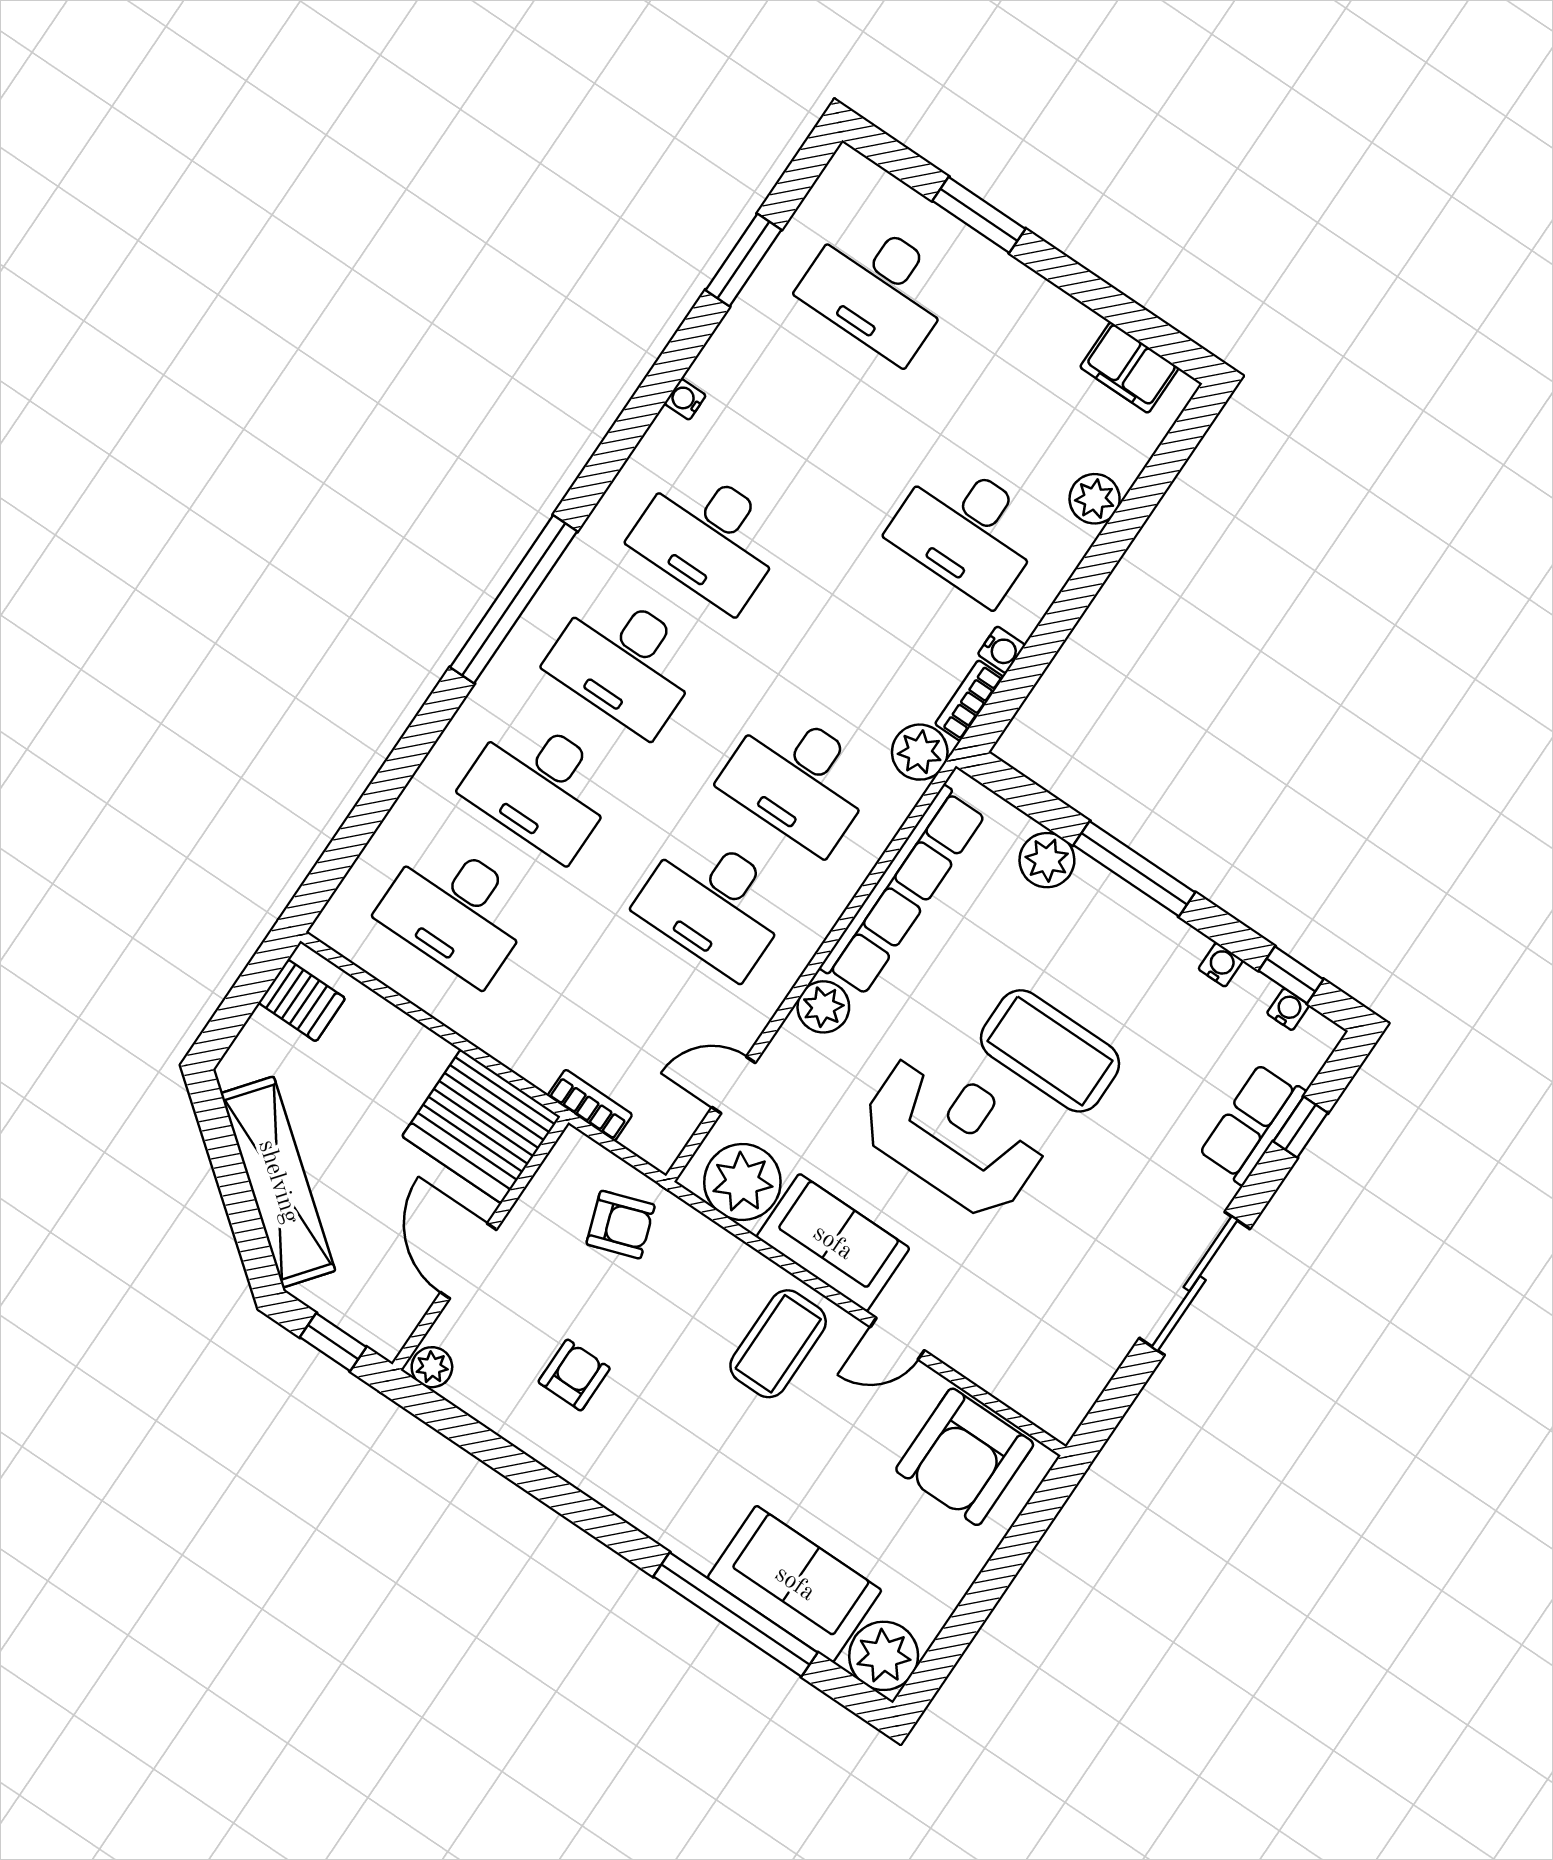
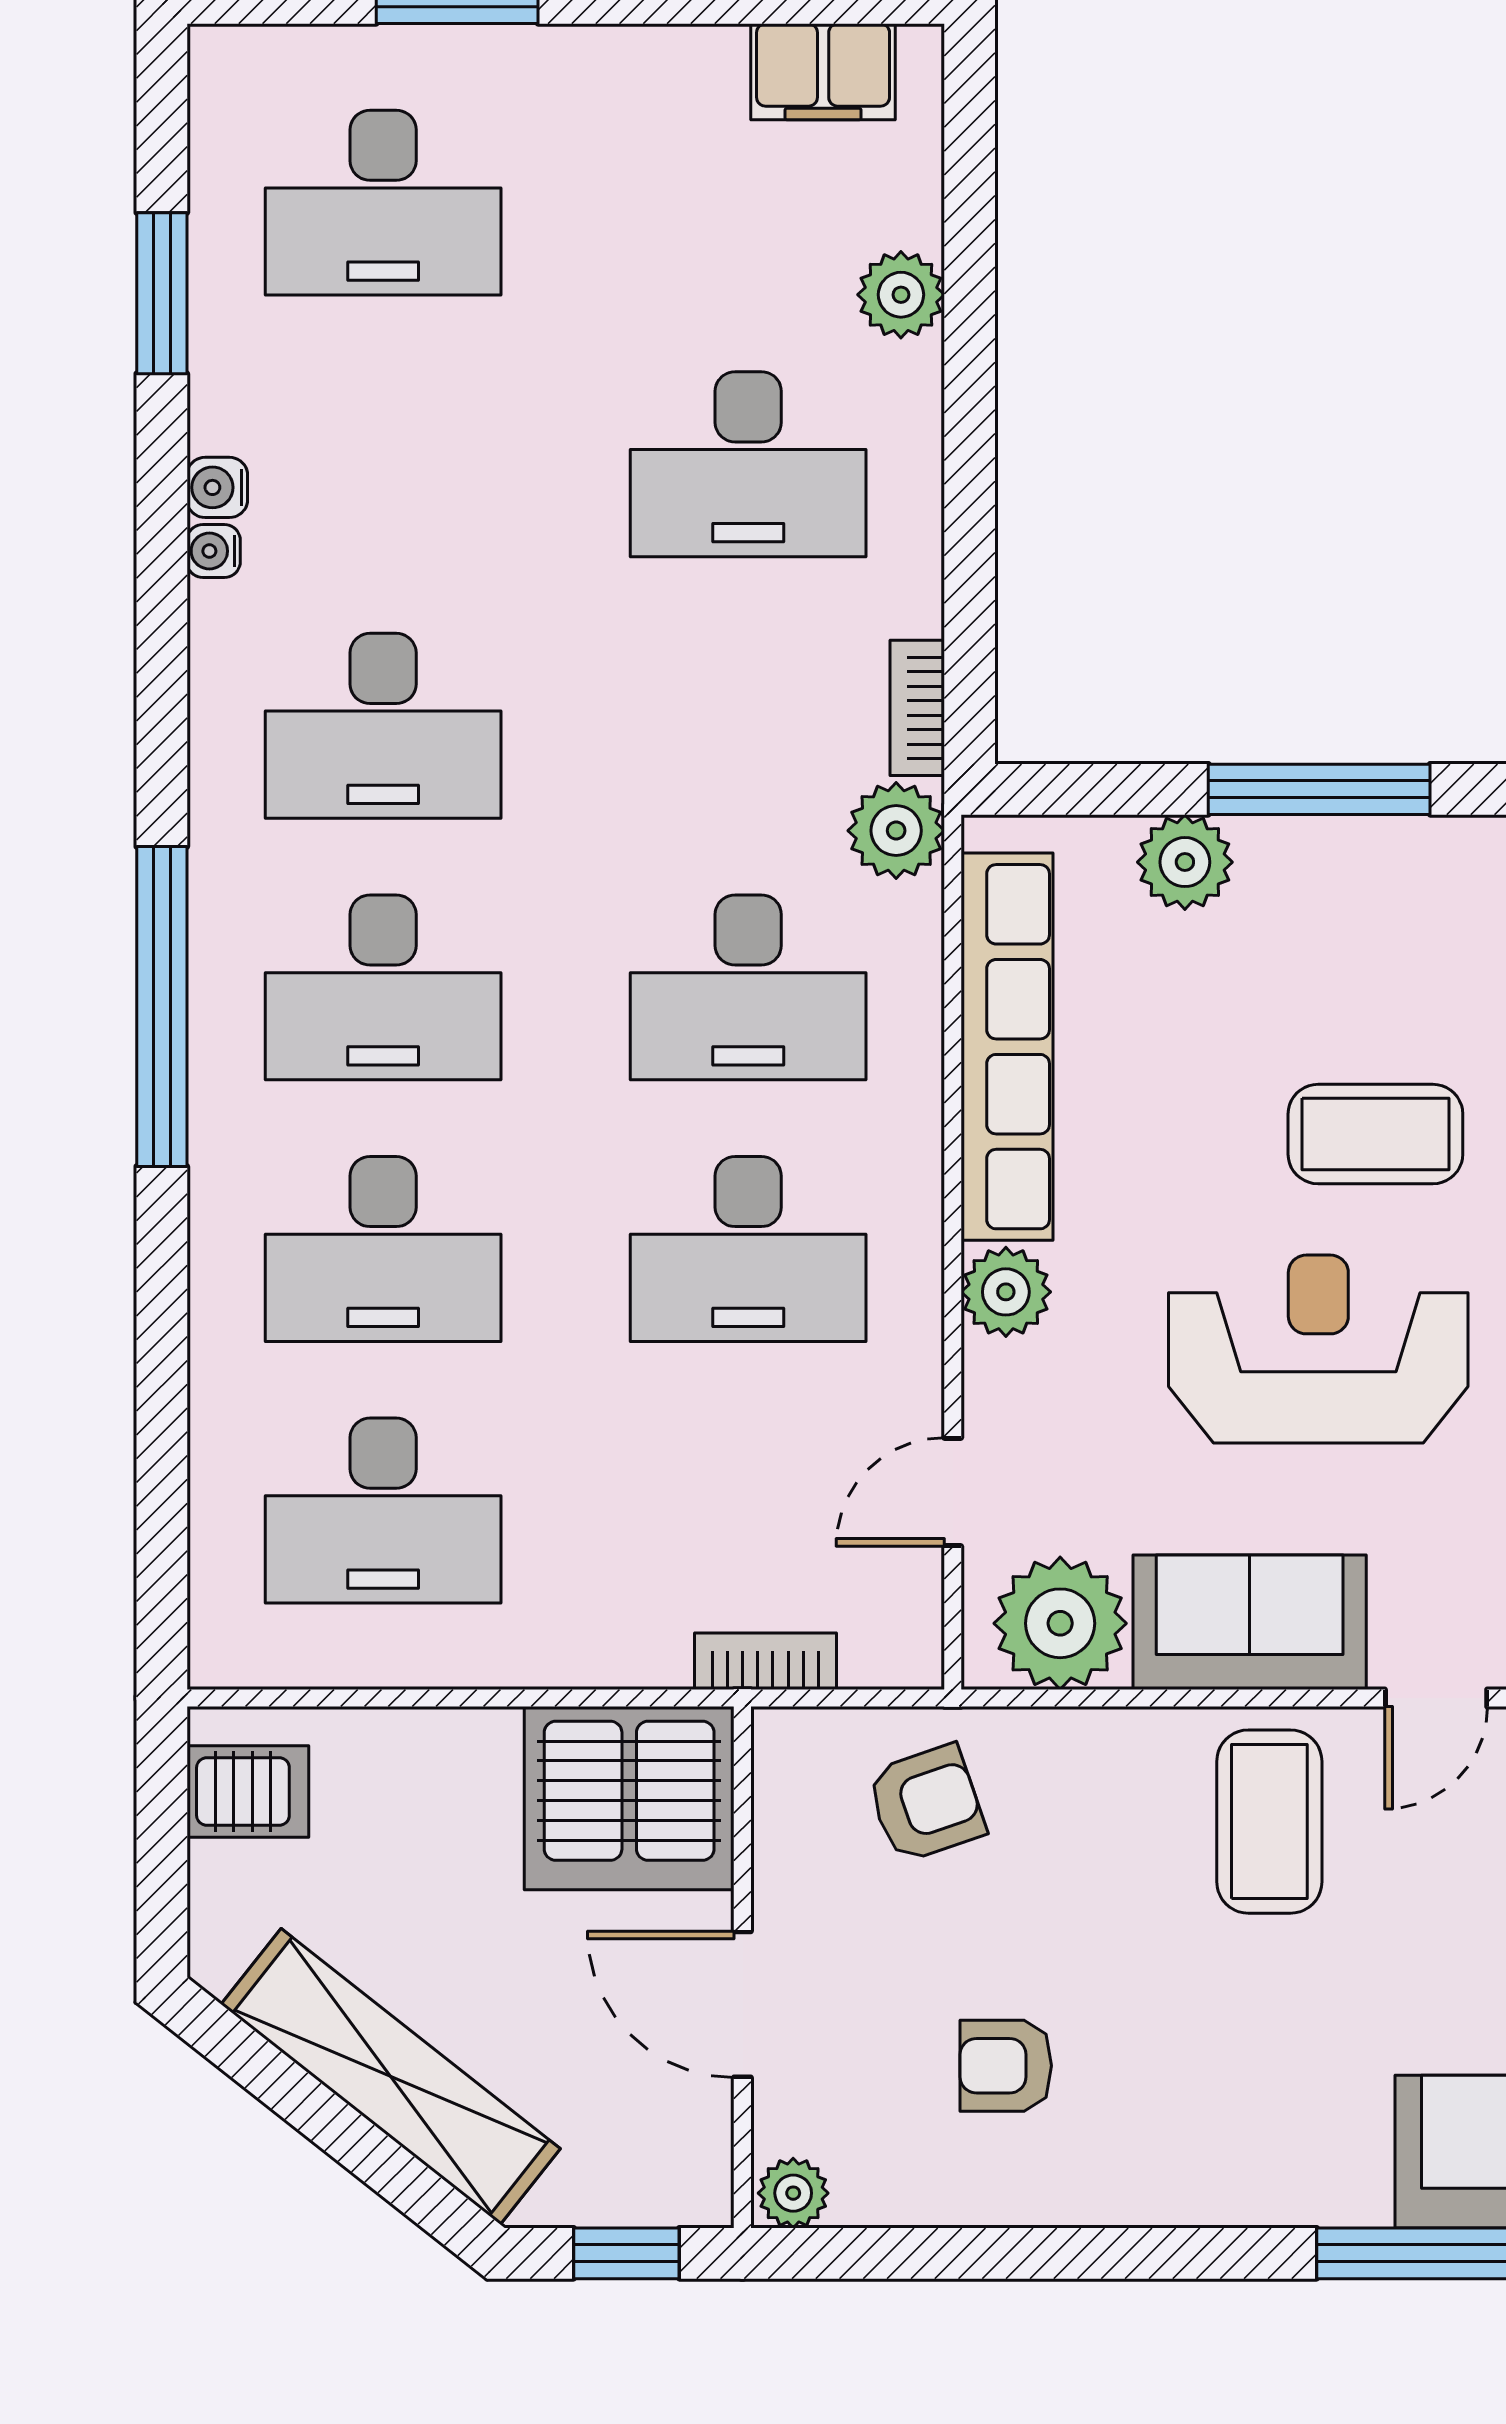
water cooler: (1001, 650) -> (217, 487), moved, turned 180
coffee table: (1050, 1051) -> (1375, 1134), width x0.73, depth x0.76
armchair: (574, 1375) -> (1006, 2066), turned -90

